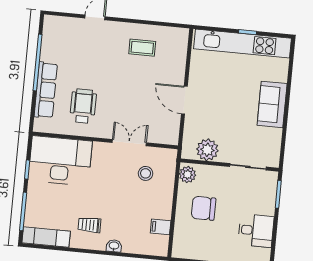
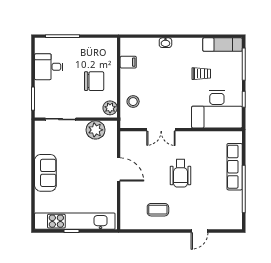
wheelchair: (83, 106) -> (180, 173), moved
stool: (146, 173) -> (133, 102), moved
trolley: (89, 225) -> (201, 74), moved

